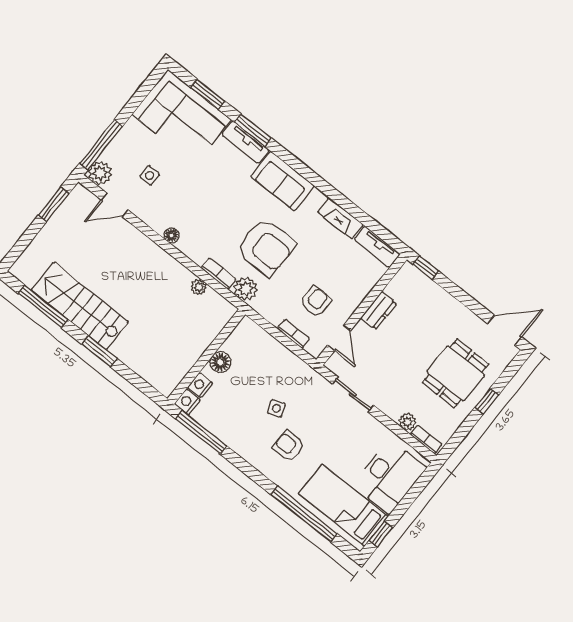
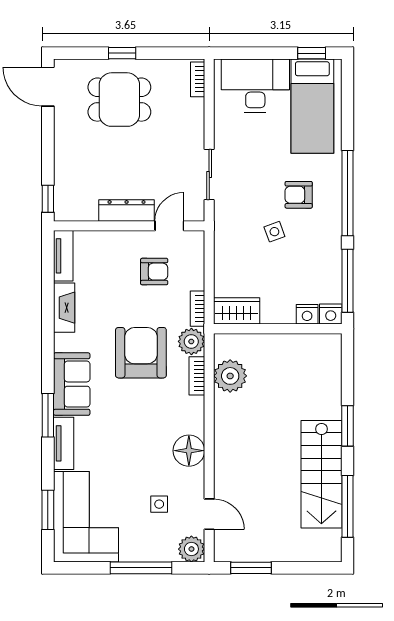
window: (253, 130) -> (48, 415), moved
window: (101, 145) -> (141, 568), moved
floor lamp: (172, 235) -> (189, 451), width x1.89, depth x1.89
plant: (199, 287) -> (230, 376), width x1.87, depth x1.87
armchair: (316, 302) -> (154, 272), turned 180
dresser: (379, 311) -> (127, 210), width x1.44
bookcase: (294, 334) -> (197, 309), moved
wardrobe: (242, 338) -> (237, 311), added
floor lamp: (220, 362) -> (273, 313), removed
plant: (407, 422) -> (195, 108), removed
armchair: (289, 446) -> (299, 195), turned 90
window: (304, 514) -> (348, 193), moved

